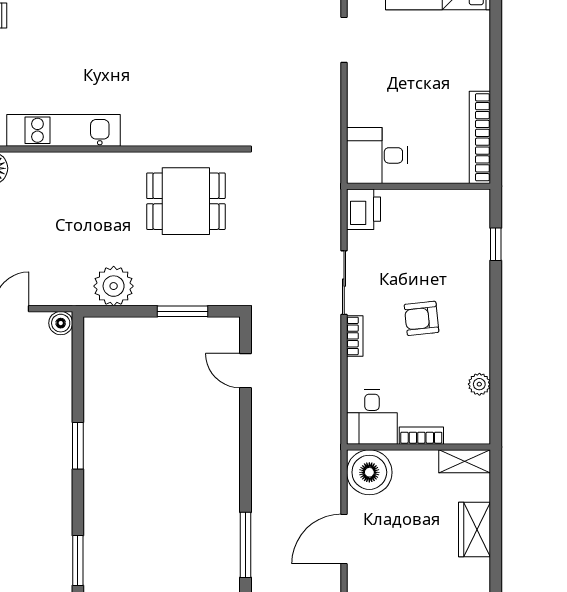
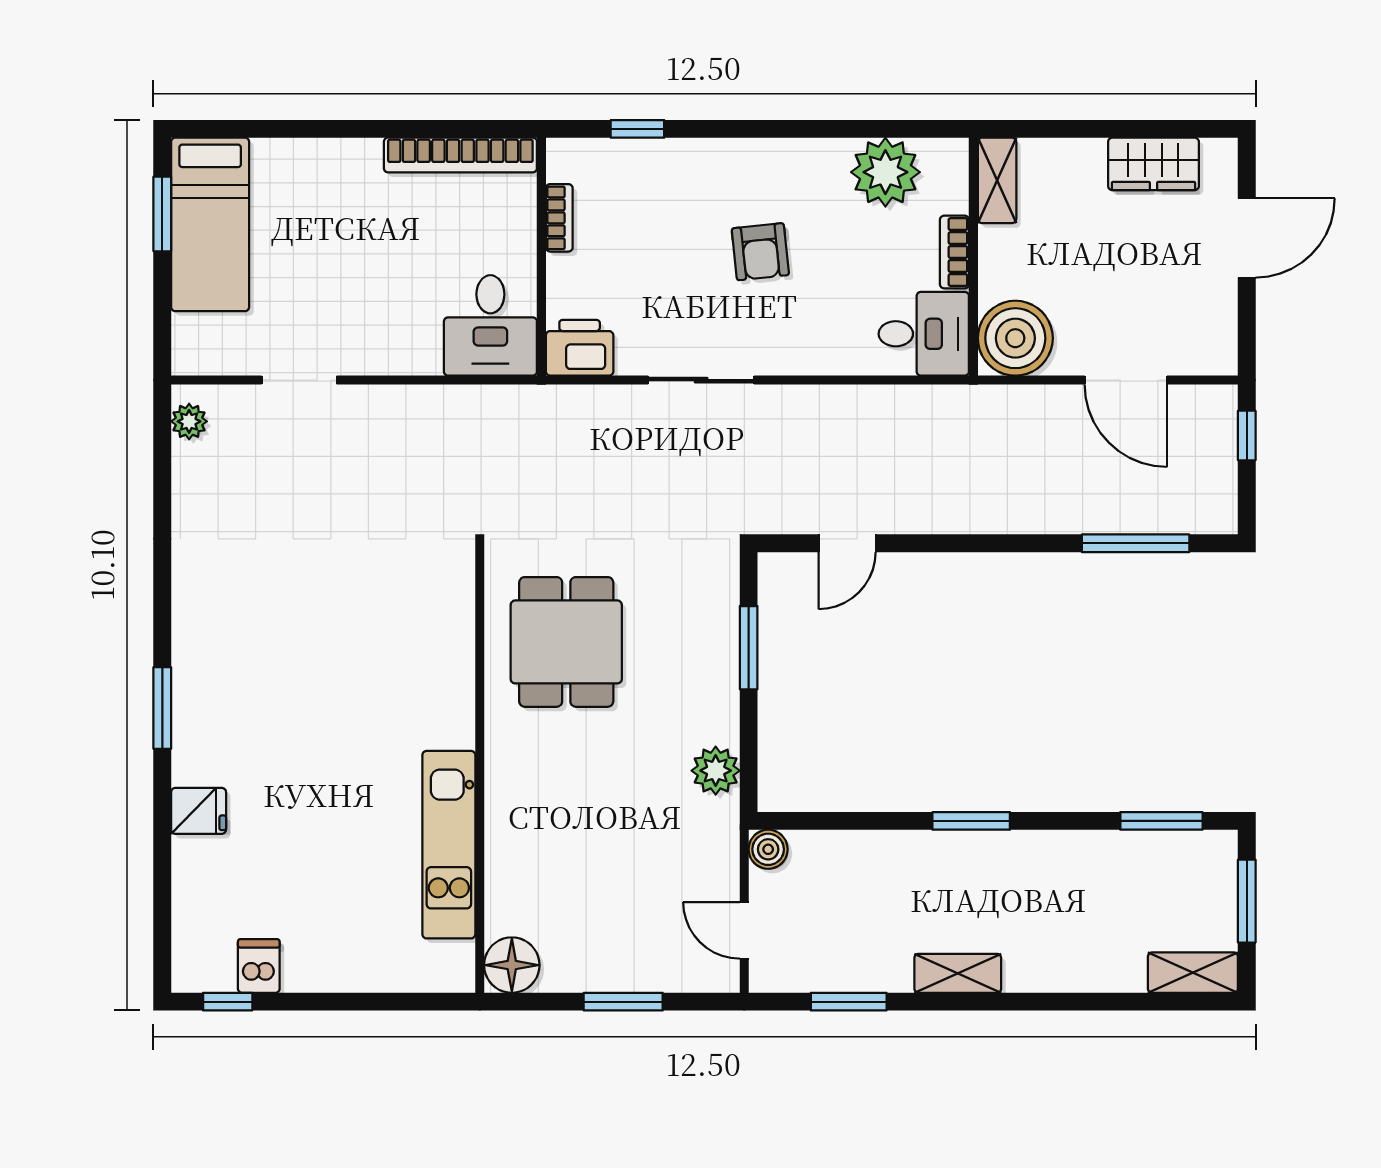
plant: (114, 286) -> (716, 771), width x0.73, depth x0.73
bookcase: (355, 336) -> (559, 218), moved, turned 90
plant: (479, 384) -> (885, 172), width x1.87, depth x1.87
wardrobe: (475, 530) -> (1153, 164), moved

